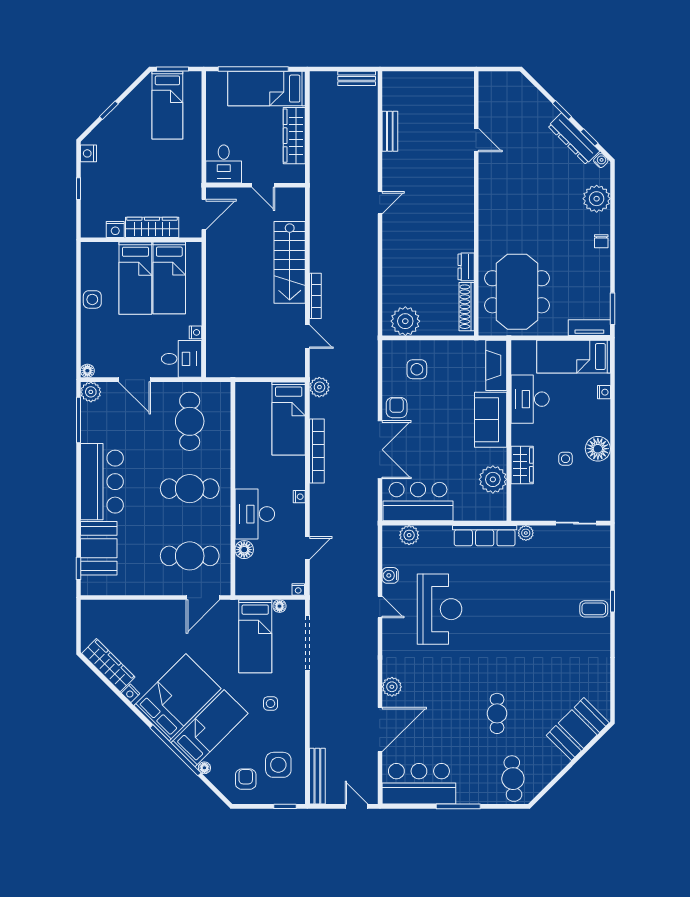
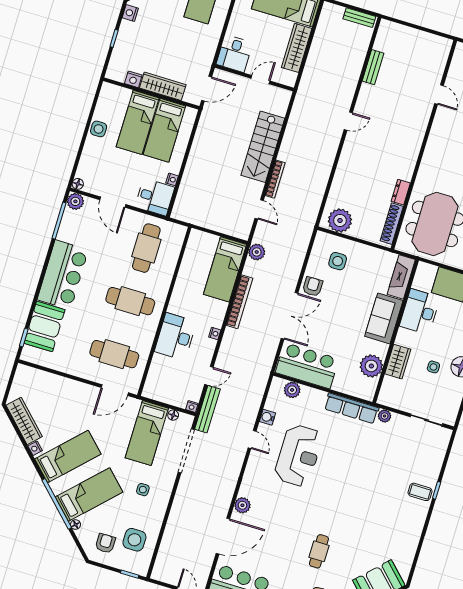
door: (263, 185) -> (260, 80), swing flipped
floor lamp: (244, 550) -> (159, 362), removed
bed: (177, 697) -> (68, 456), width x0.67
bench: (317, 776) -> (207, 409), moved

